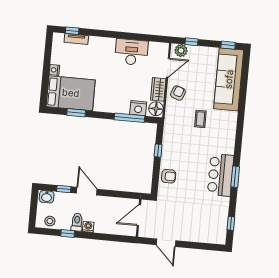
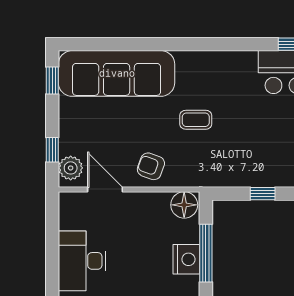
wardrobe: (158, 89) -> (148, 204), removed
nightstand: (138, 108) -> (186, 259), moved

